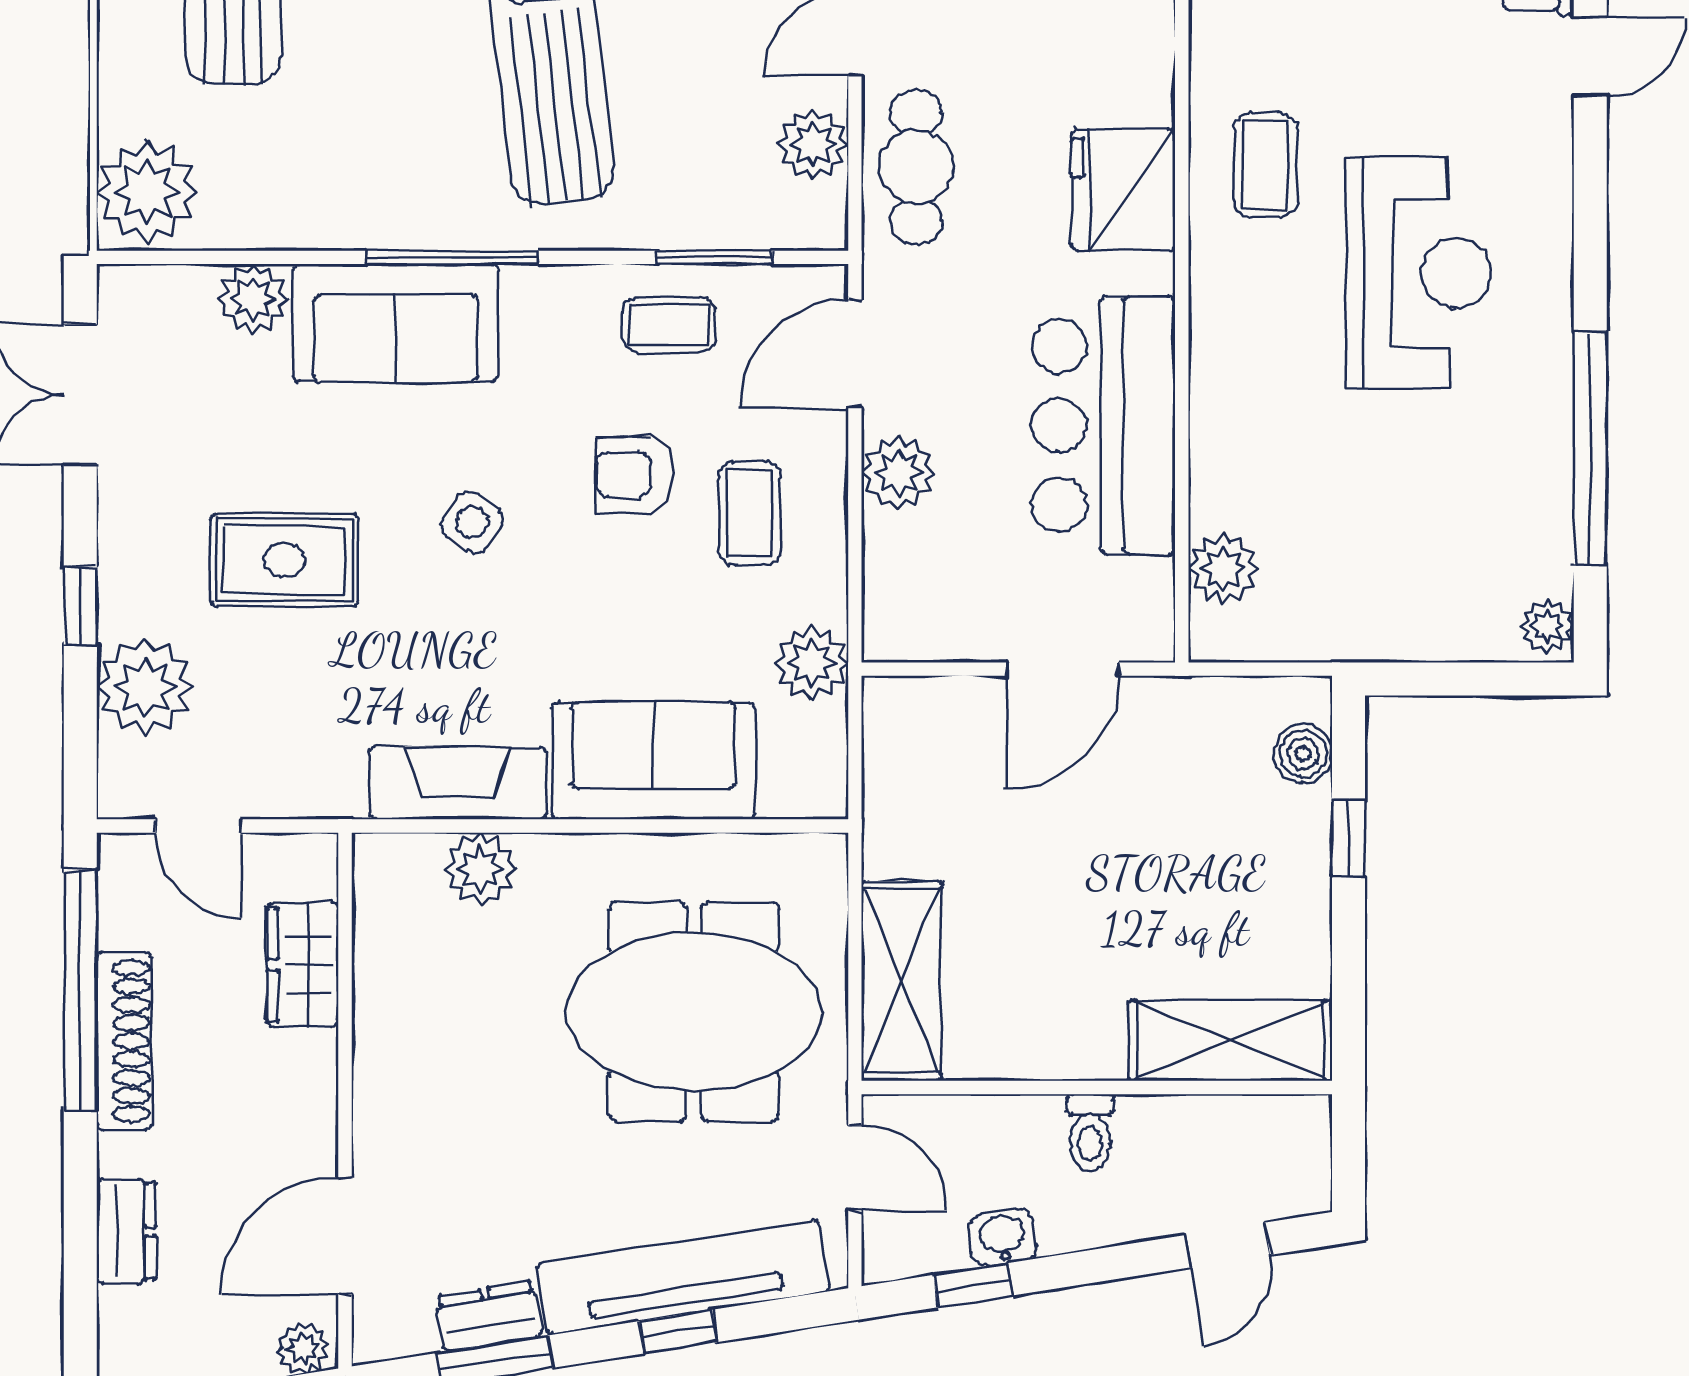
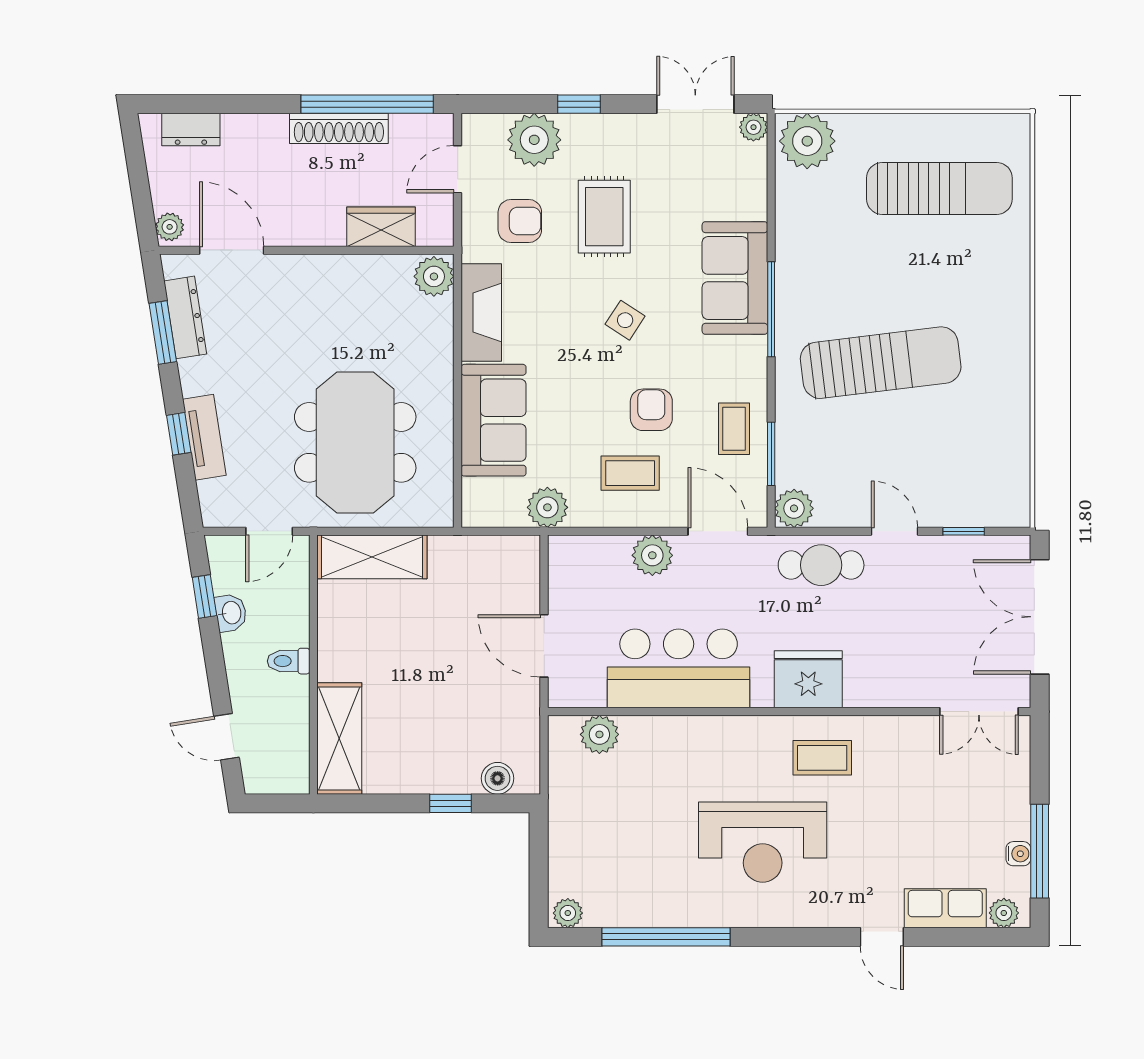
plant: (813, 144) -> (794, 508), moved
plant: (253, 299) -> (753, 127), moved, width x0.73, depth x0.73
armchair: (292, 713) -> (520, 221), added
plant: (480, 869) -> (434, 276), moved
dresser: (126, 1231) -> (191, 129), moved
tv unit: (683, 1277) -> (204, 437), width x0.52, depth x0.78
dresser: (489, 1317) -> (185, 317), width x1.44

